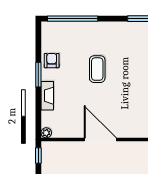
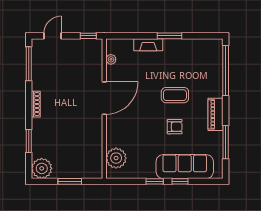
piano: (116, 29) -> (216, 114), added
armchair: (52, 61) -> (175, 127), moved
plant: (46, 133) -> (111, 59), moved

